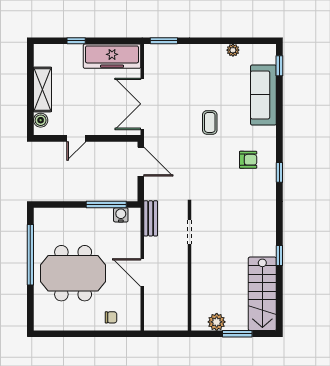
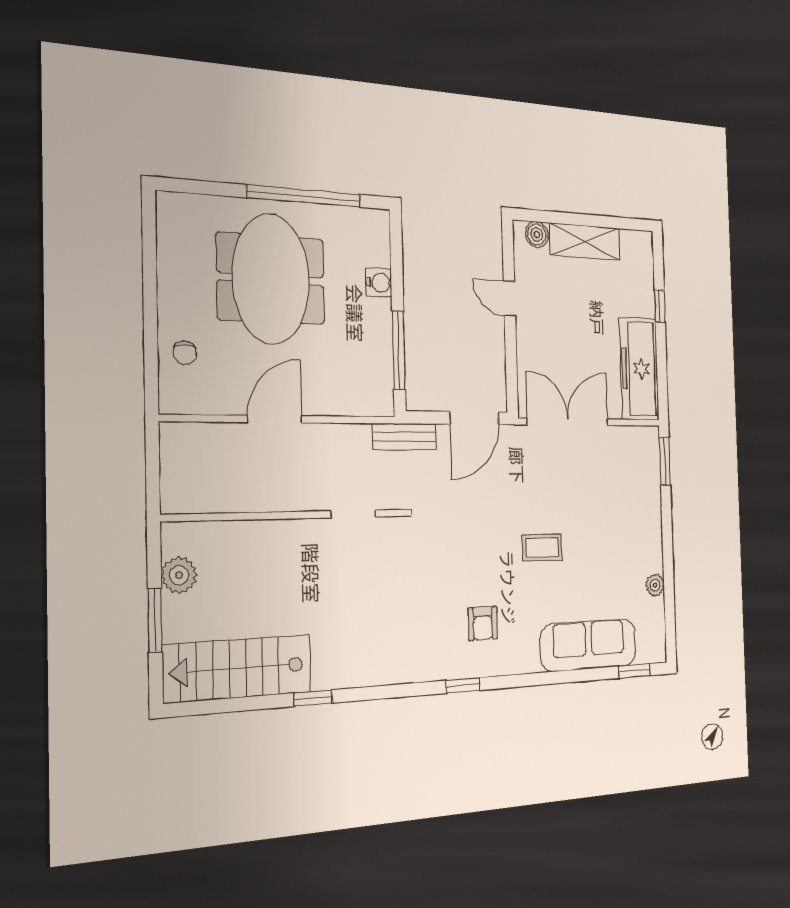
water cooler: (121, 215) -> (379, 283), moved
bench: (151, 218) -> (404, 437), moved

